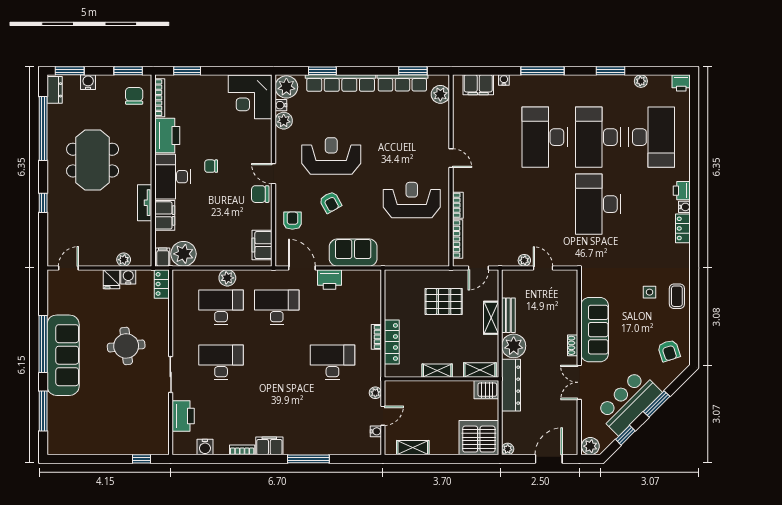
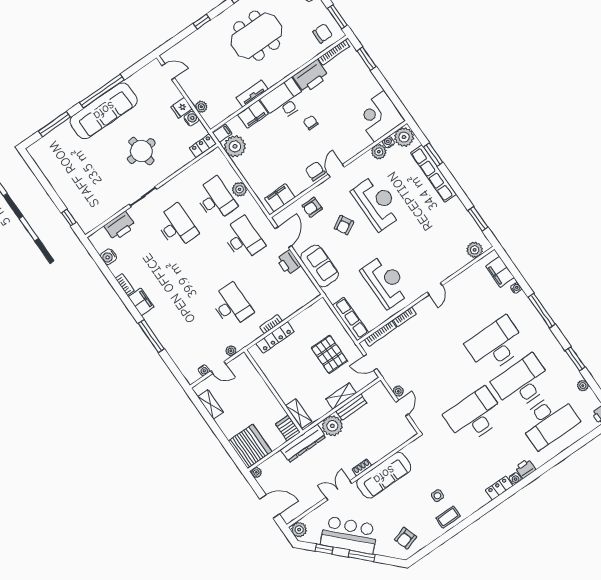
row of seats: (402, 83) -> (350, 319), moved, turned 180
armchair: (292, 221) -> (312, 207), turned 180
shelving: (437, 371) -> (277, 384), removed

